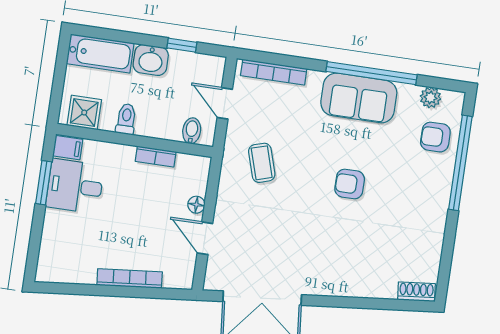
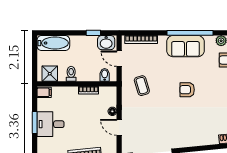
washbasin: (151, 60) -> (106, 43), moved
window: (44, 183) -> (35, 123), moved
desk: (75, 186) -> (51, 124), moved

